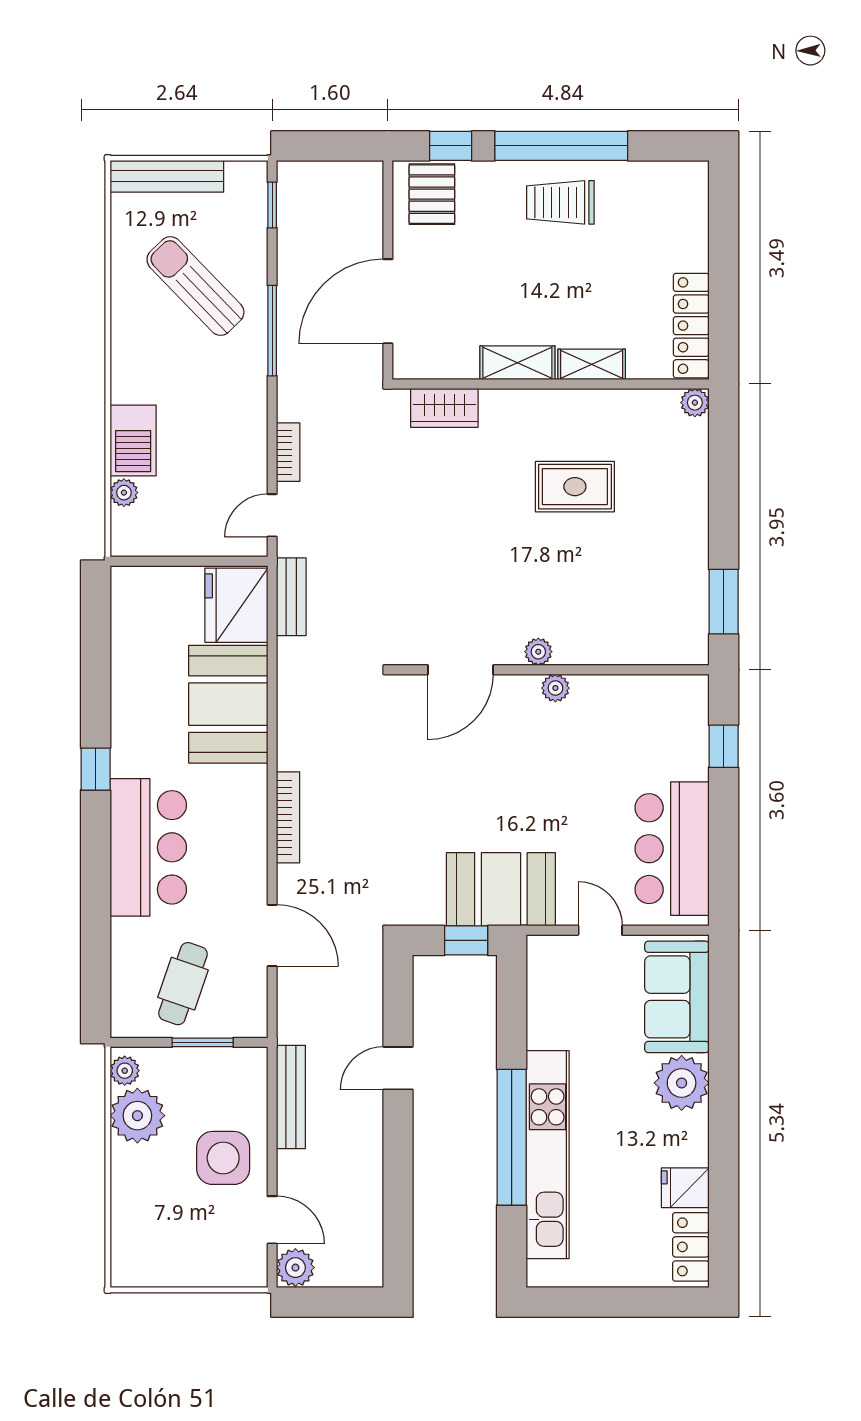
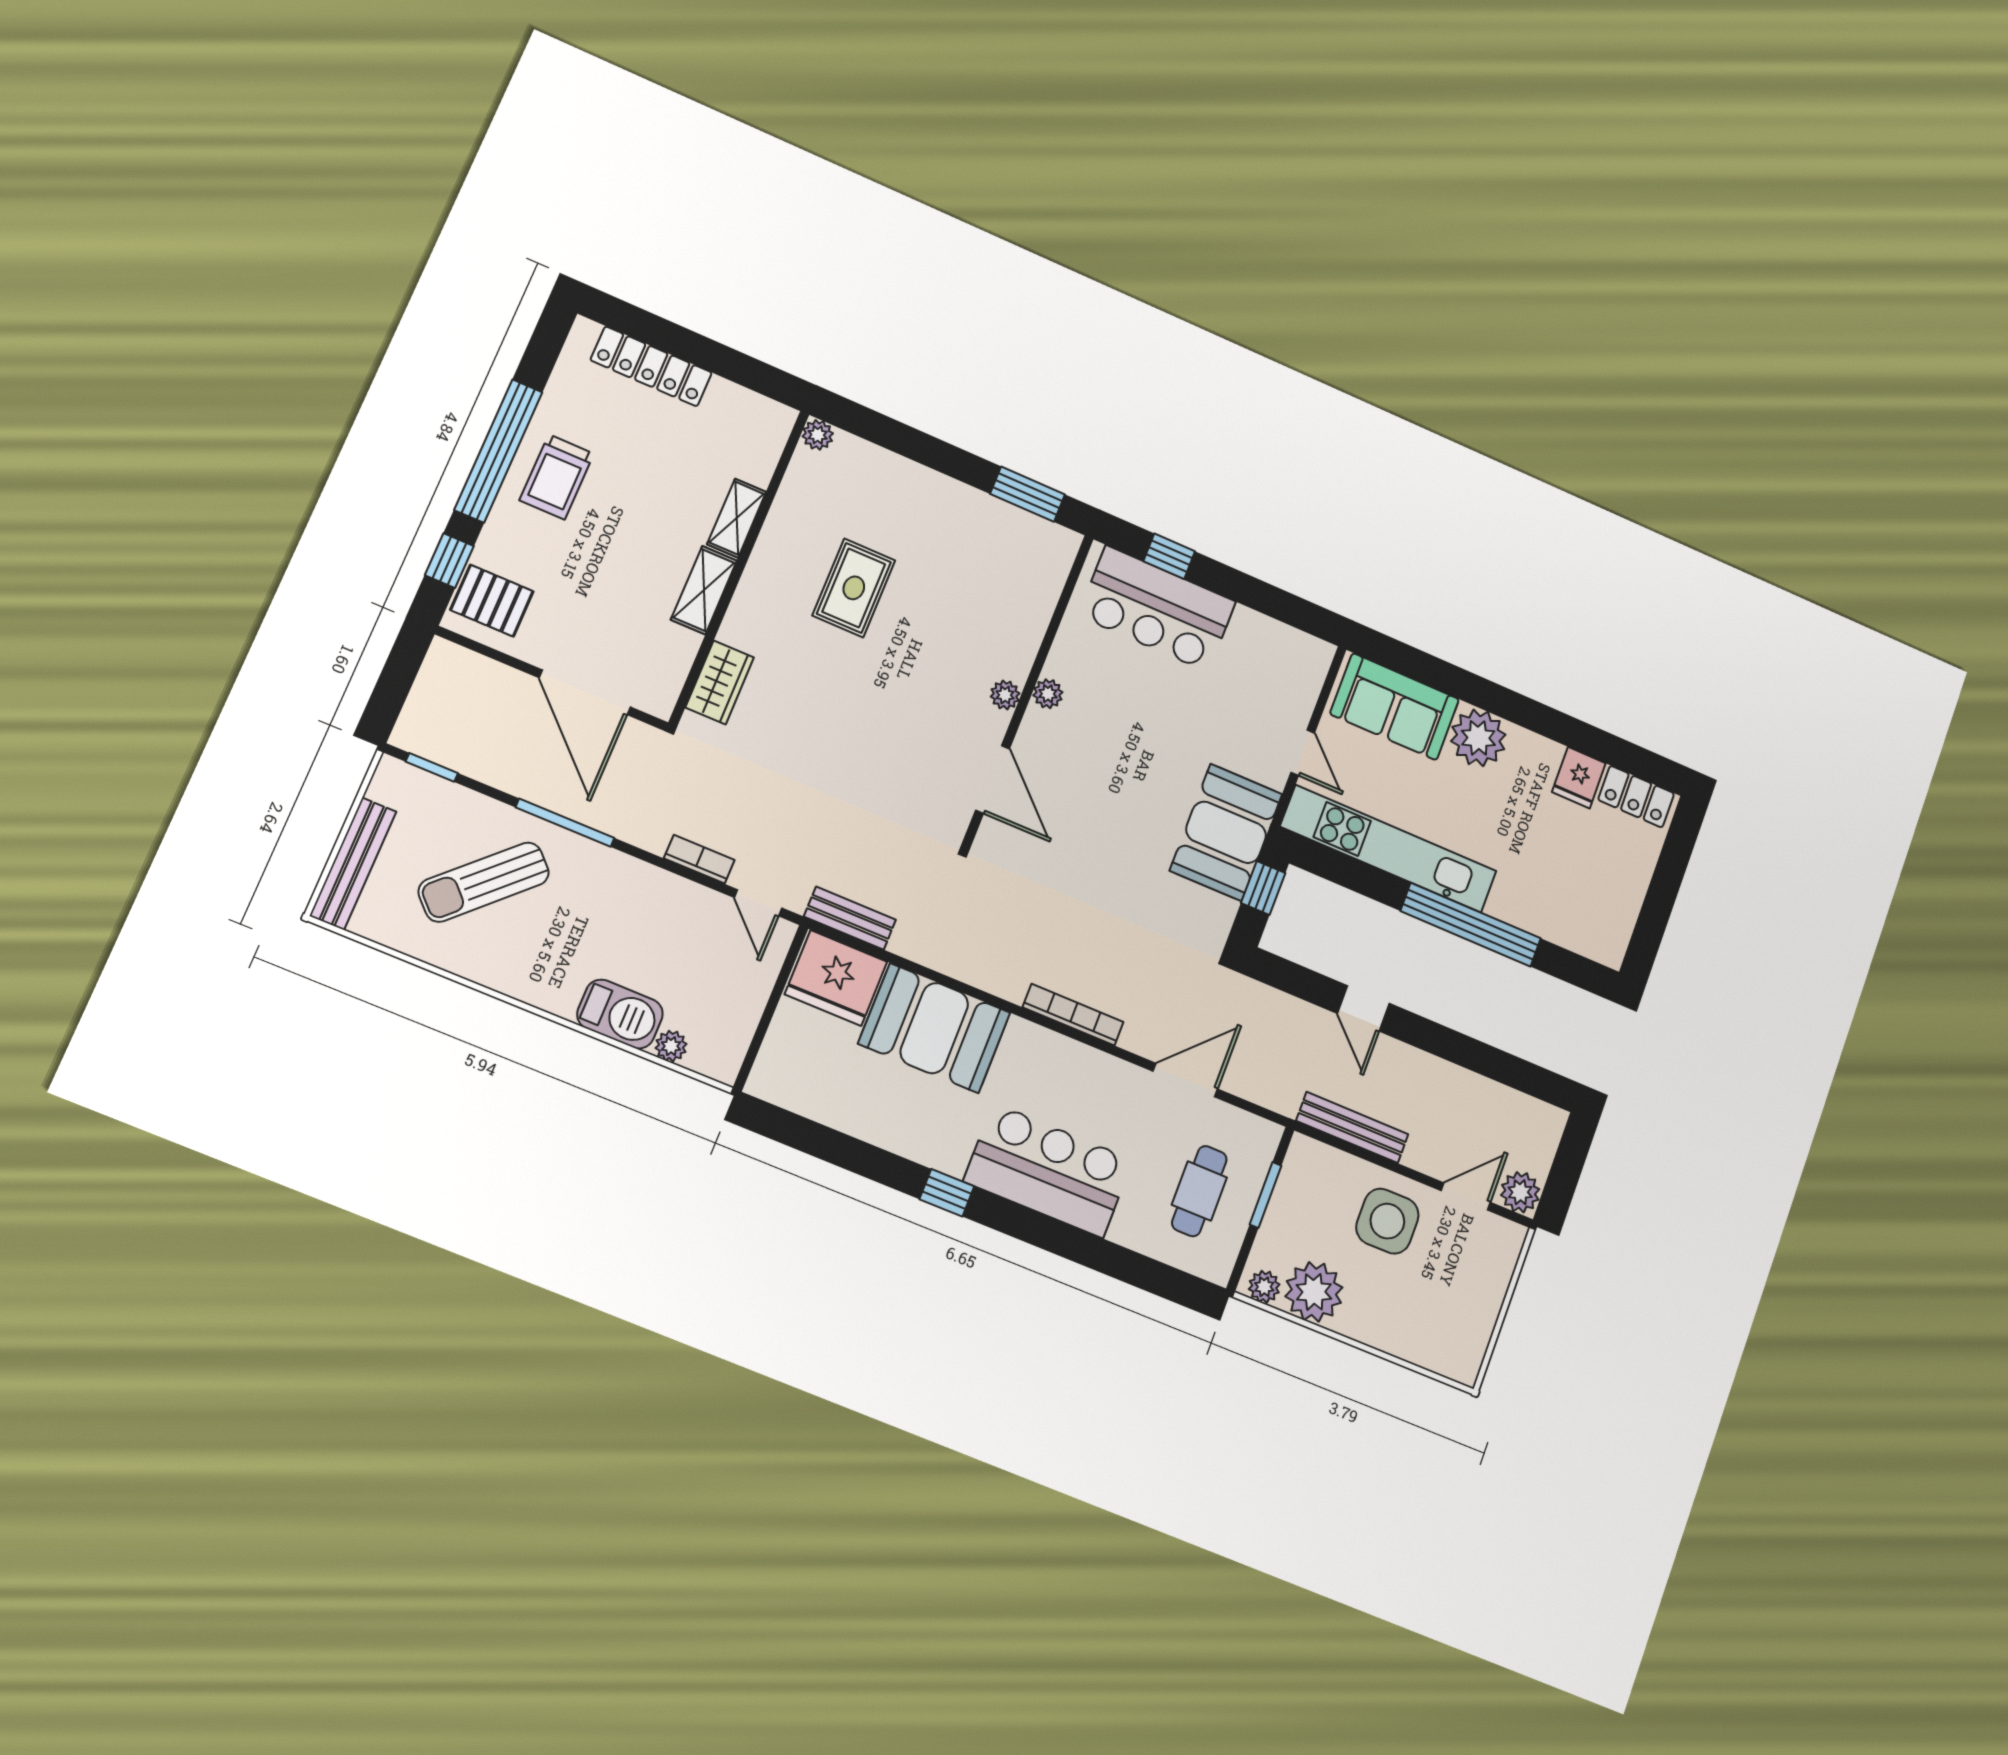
locker: (691, 326) -> (651, 366), moved
bar counter: (672, 849) -> (1157, 609), moved
door: (600, 930) -> (1303, 753), swing flipped
cafe table: (183, 984) -> (1199, 1191), turned 71
kitchen unit: (548, 1155) -> (1389, 849), moved

